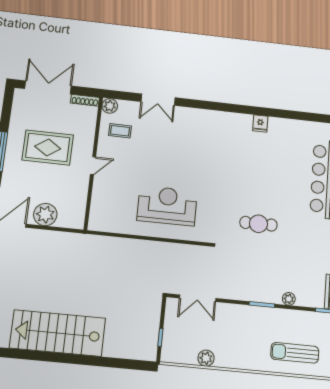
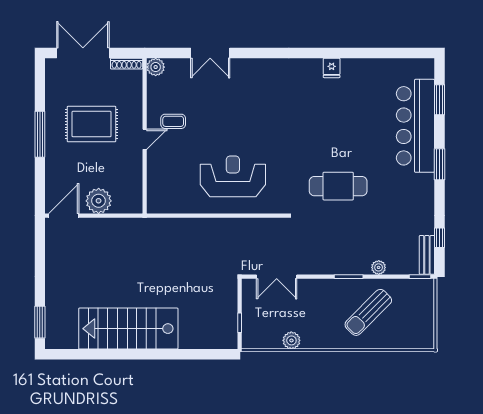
coffee table: (120, 131) -> (173, 121), moved
cafe table: (258, 224) -> (338, 186), width x1.37, depth x1.35
sun lounger: (295, 353) -> (368, 312), moved, turned -45

